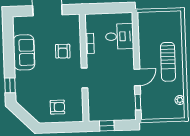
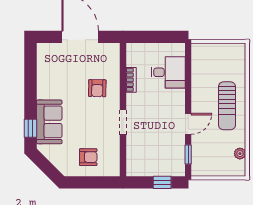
sofa: (24, 52) -> (49, 122), moved
window: (107, 126) -> (162, 182), moved

